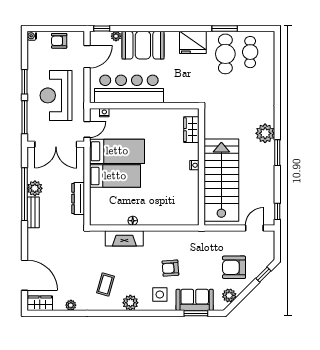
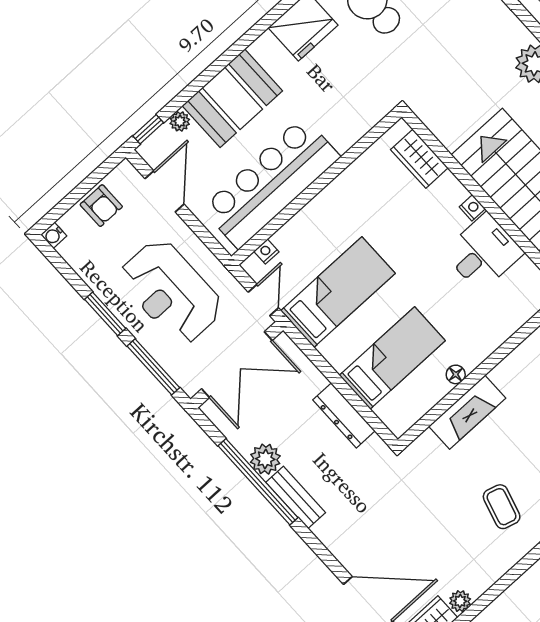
armchair: (59, 41) -> (101, 206), turned -90
bed: (115, 176) -> (392, 358), moved
desk: (183, 185) -> (483, 252), added
plant: (71, 305) -> (460, 601), moved

